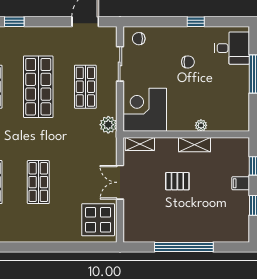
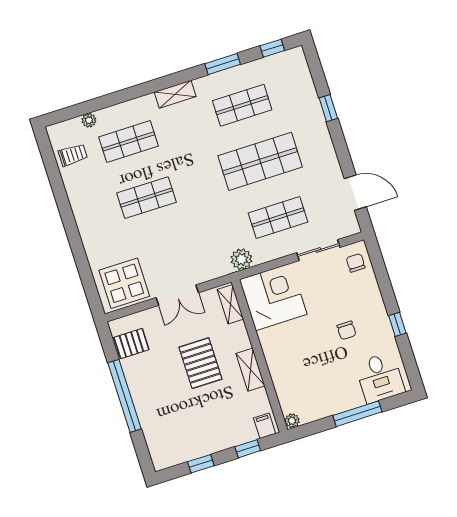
plant: (201, 125) -> (292, 421), moved
pallet: (177, 181) -> (200, 363), width x1.50, depth x1.42
double door: (120, 182) -> (177, 295), swing flipped
filing cabinet: (241, 183) -> (265, 426), moved
pallet: (146, 229) -> (131, 343), added

